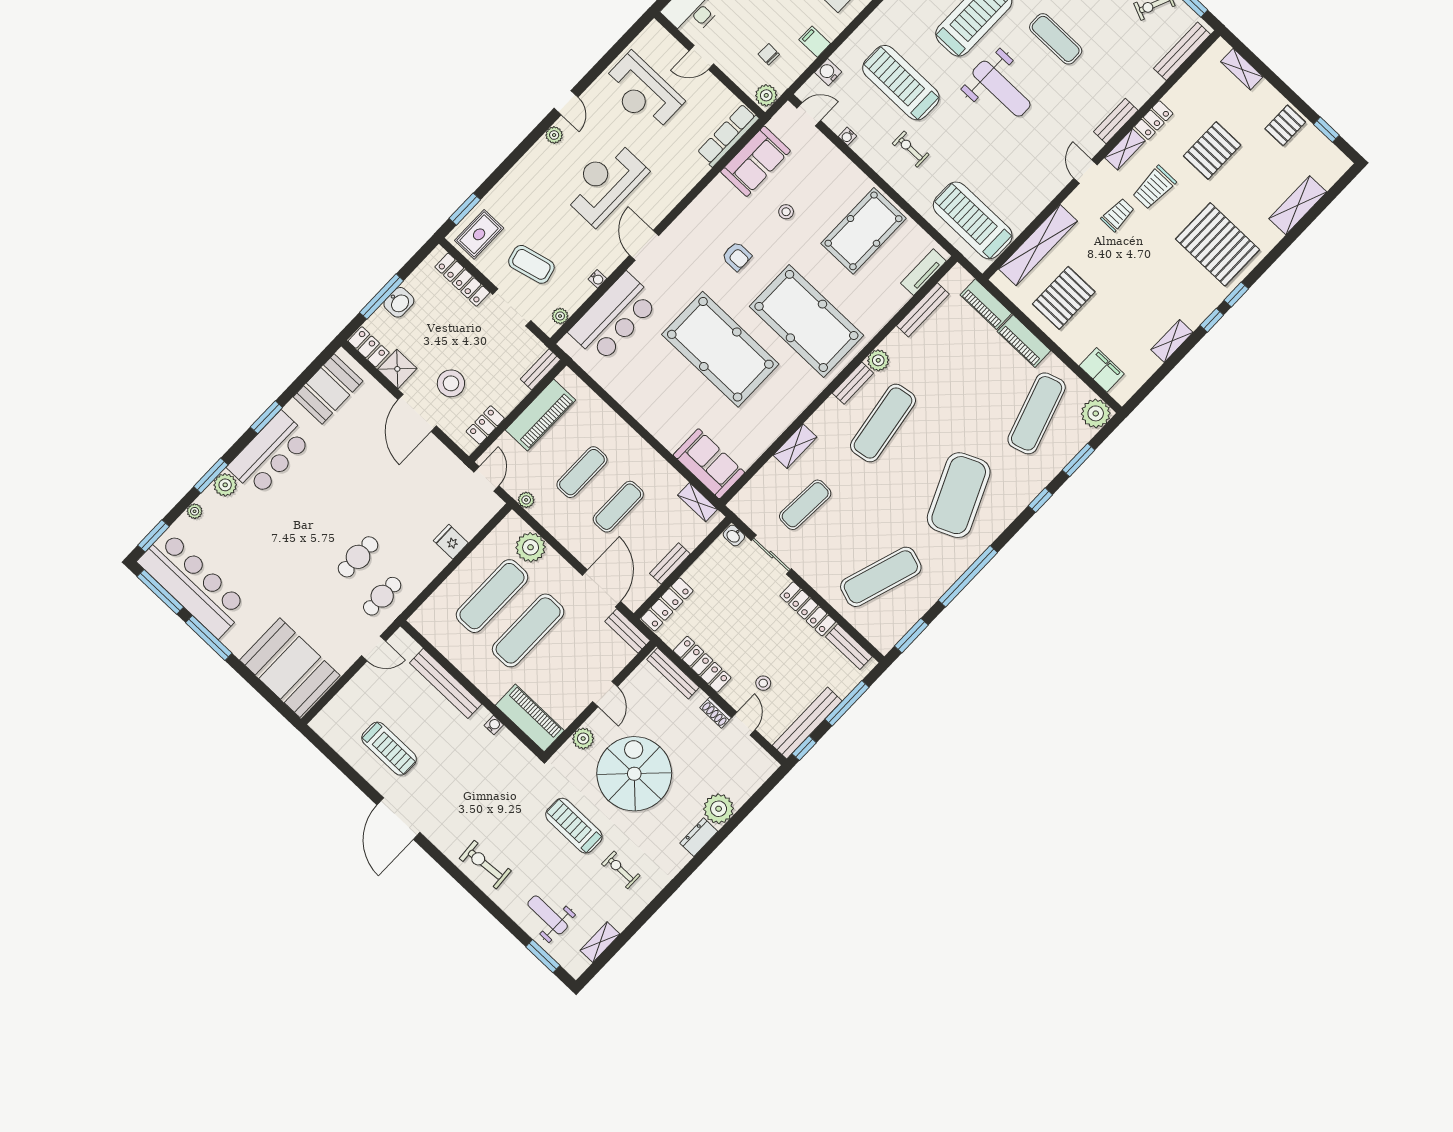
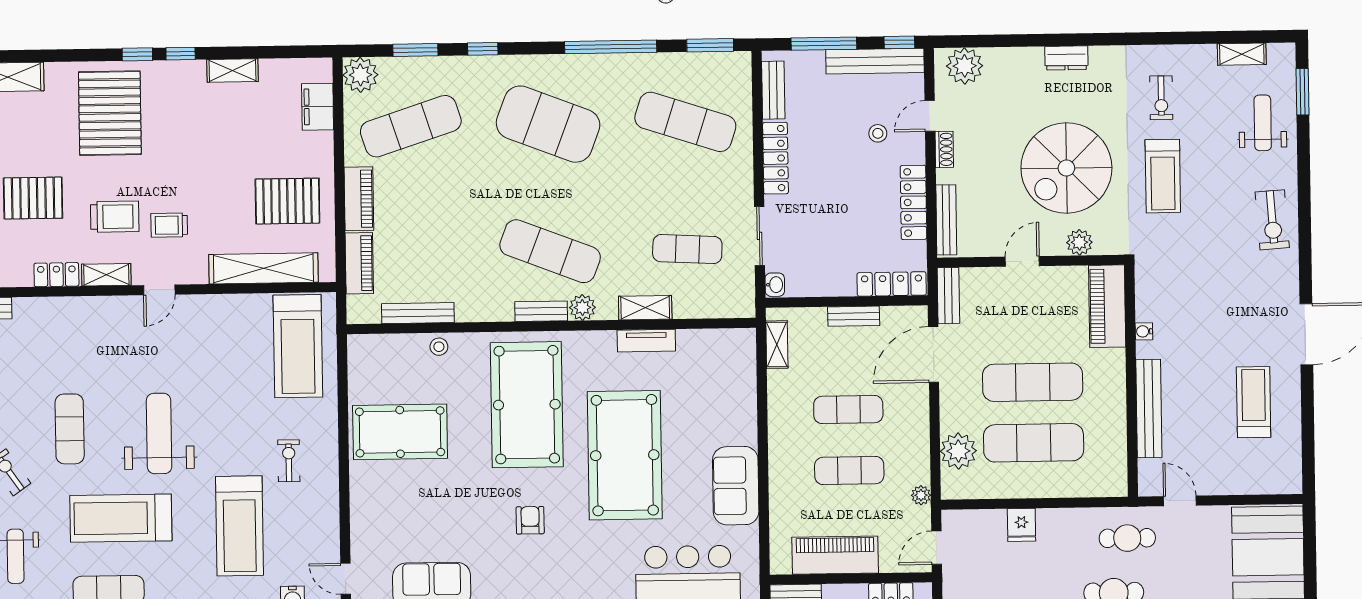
bench: (1116, 121) -> (90, 307), removed
water cooler: (847, 136) -> (332, 526), removed
exercise bike: (911, 149) -> (289, 461), turned 180
stool: (786, 212) -> (439, 347), moved
tv unit: (923, 272) -> (646, 341), moved
plant: (878, 360) -> (582, 307), moved
exercise mat: (883, 423) -> (550, 251), turned 30
sofa: (709, 464) -> (736, 486), moved
exercise mat: (959, 495) -> (548, 124), turned 45
plant: (719, 809) -> (965, 66), moved
weight bench: (548, 915) -> (1263, 123), turned 180

